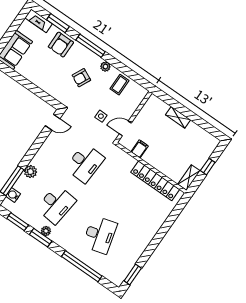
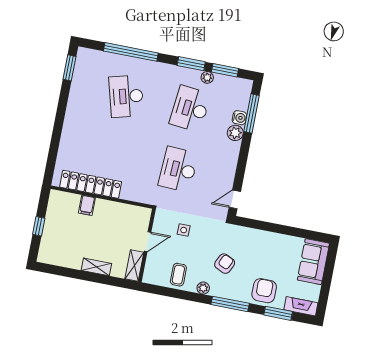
door: (125, 128) -> (148, 242), moved
filing cabinet: (140, 149) -> (87, 205), moved
shelving: (189, 178) -> (134, 265), moved
water cooler: (13, 195) -> (239, 118), moved
plant: (46, 231) -> (207, 77), moved

